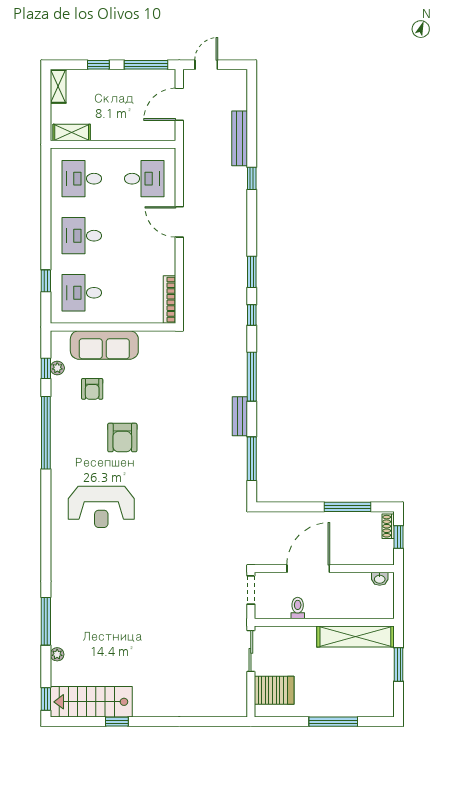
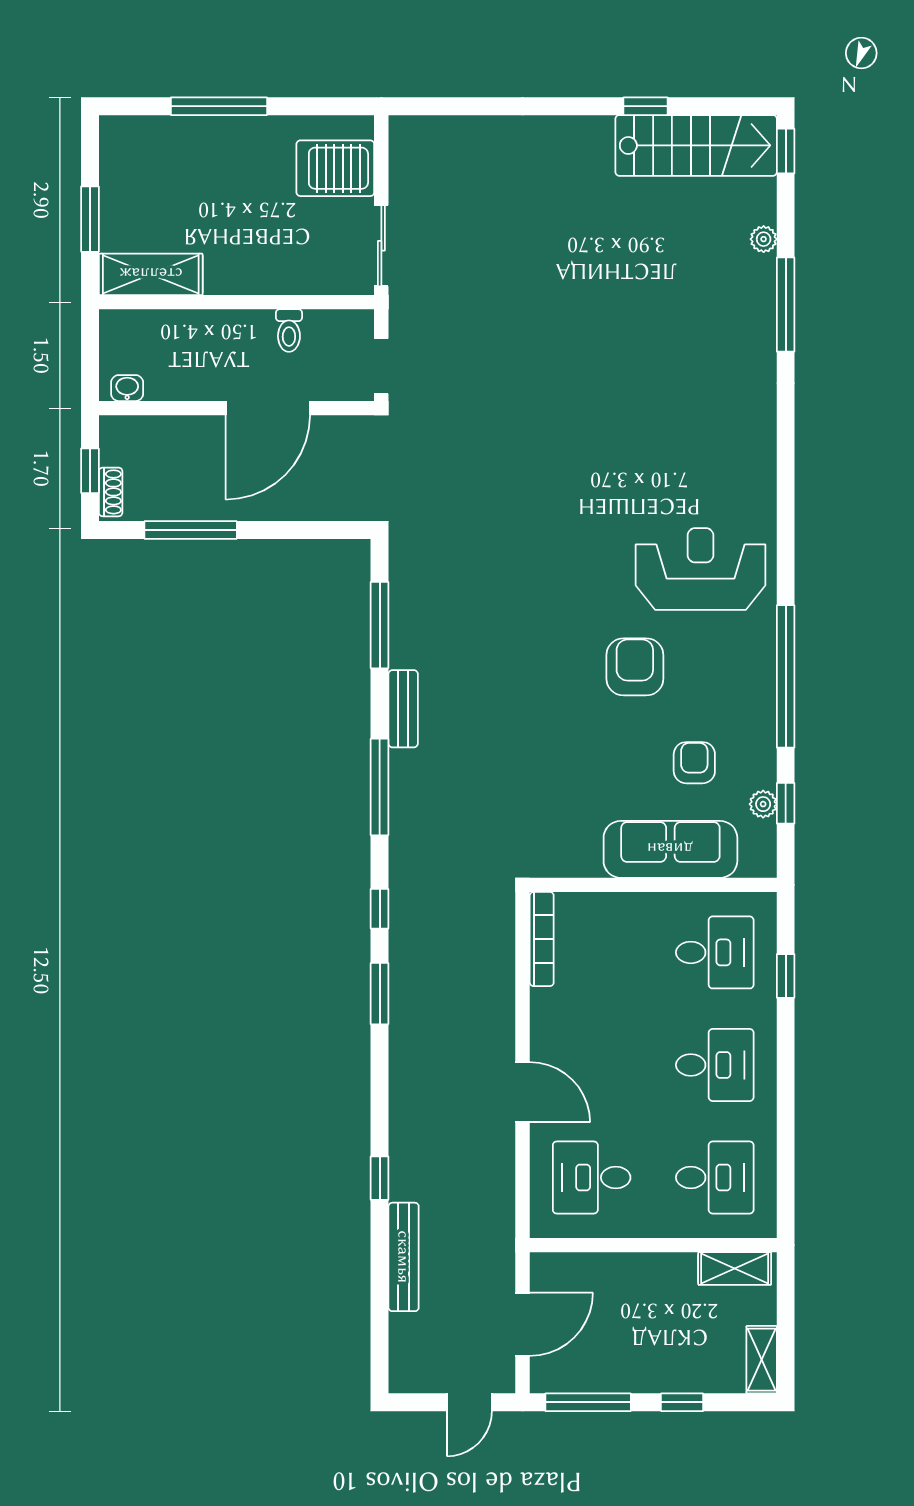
reception desk: (101, 507) -> (700, 569), moved
shelving: (355, 636) -> (151, 274), width x0.68

